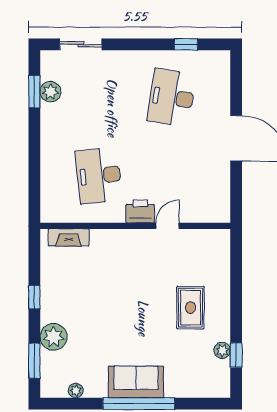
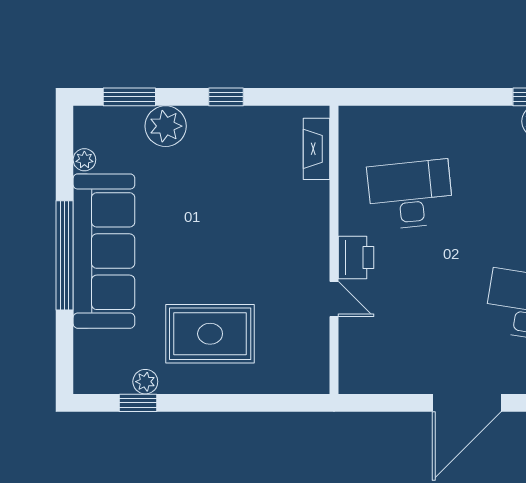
rug: (191, 308) -> (210, 334), width x1.36, depth x1.43
sofa: (136, 382) -> (104, 251), width x1.85, depth x1.27

